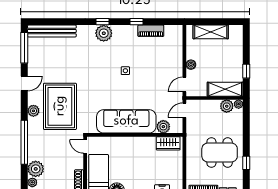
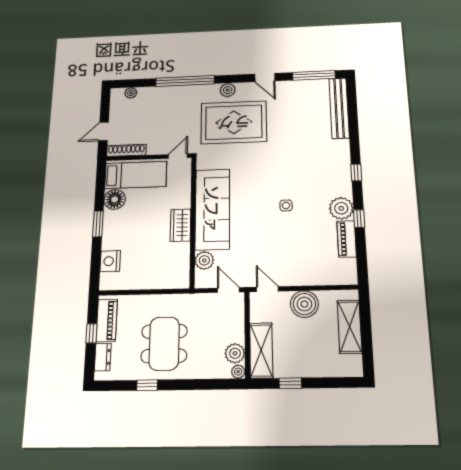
plant: (104, 33) -> (341, 208), moved
boiler: (191, 65) -> (304, 304), width x1.86, depth x1.86
wardrobe: (168, 143) -> (181, 225), moved
plant: (36, 169) -> (149, 96), removed

